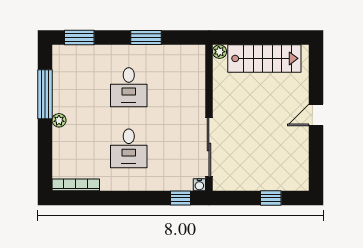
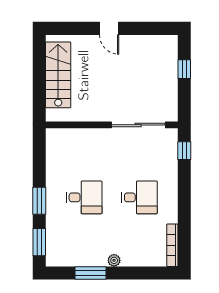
window: (146, 38) -> (39, 201), moved
plant: (220, 52) -> (52, 115), removed
window: (45, 94) -> (90, 273), width x0.69
water cooler: (199, 185) -> (172, 134), removed

